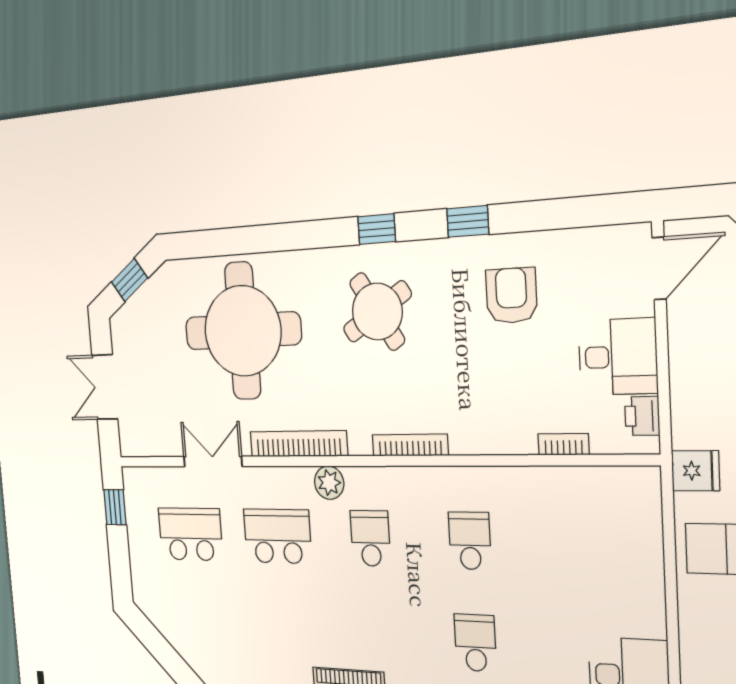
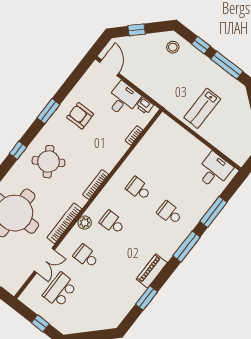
window: (468, 221) -> (48, 111), width x1.50
window: (377, 229) -> (18, 150), moved
double door: (213, 462) -> (44, 260), swing flipped
fridge: (695, 471) -> (171, 103), removed
window: (115, 507) -> (40, 323), moved
school desk: (277, 536) -> (86, 256), width x0.54

